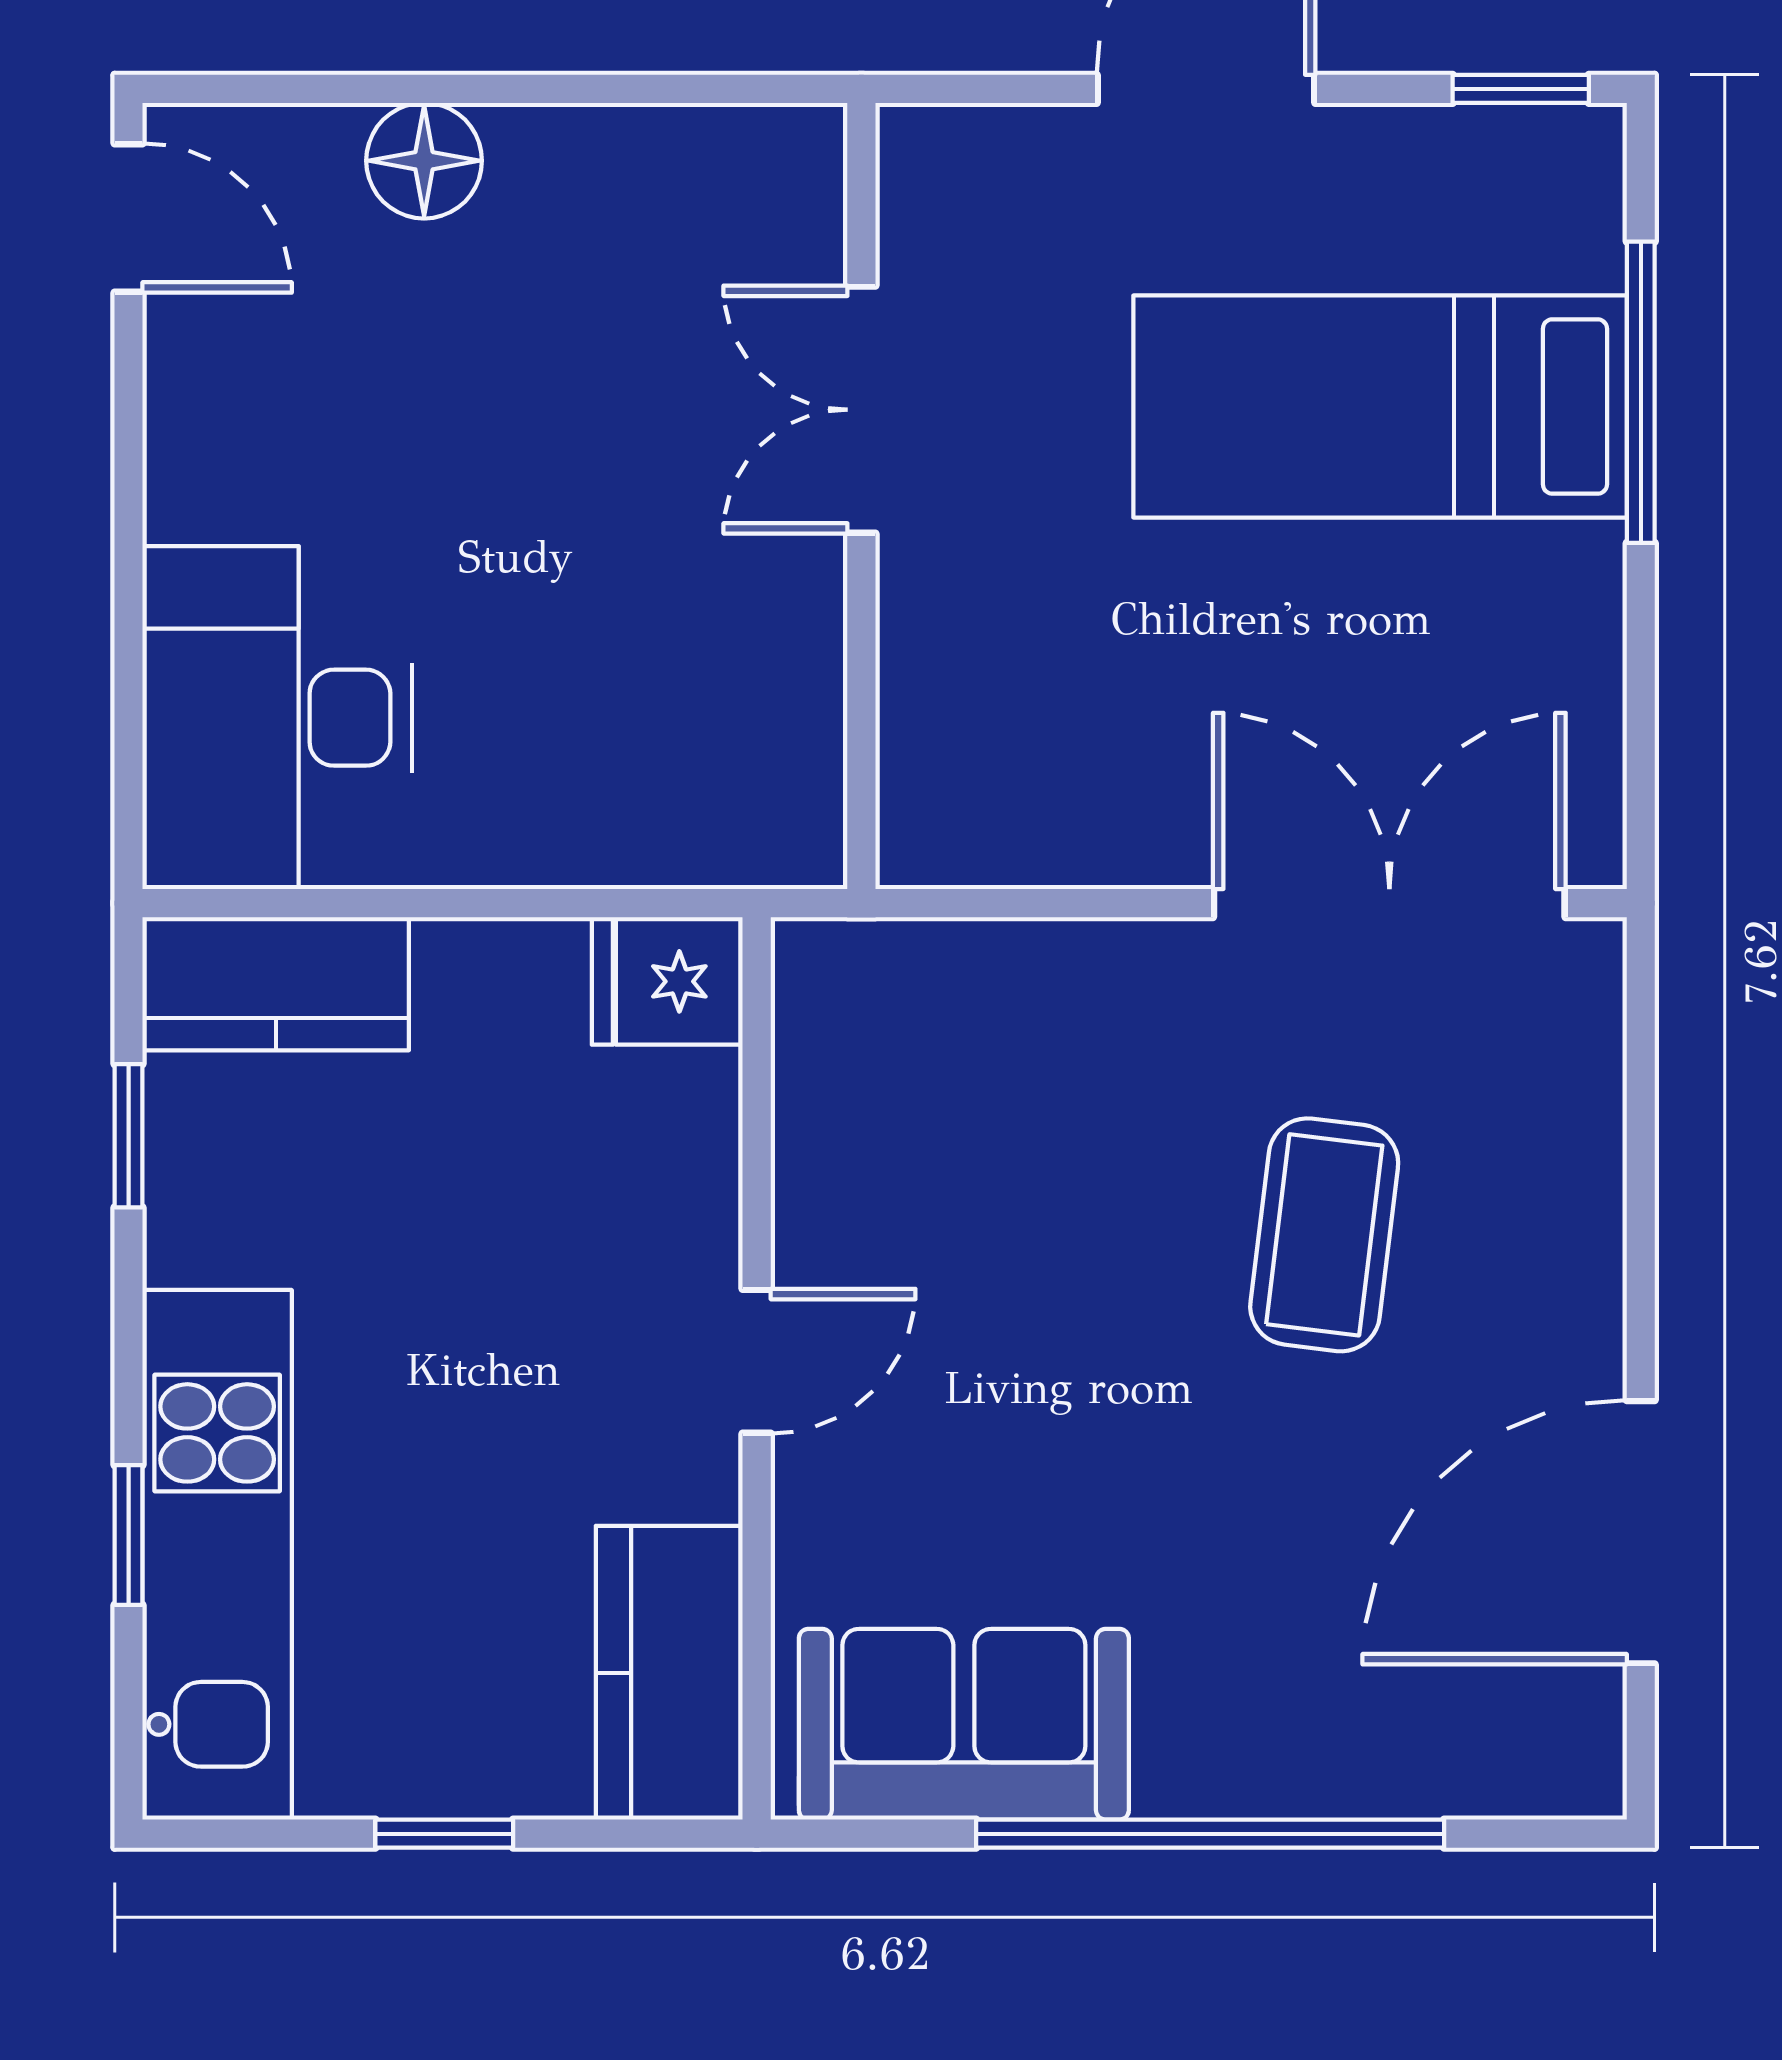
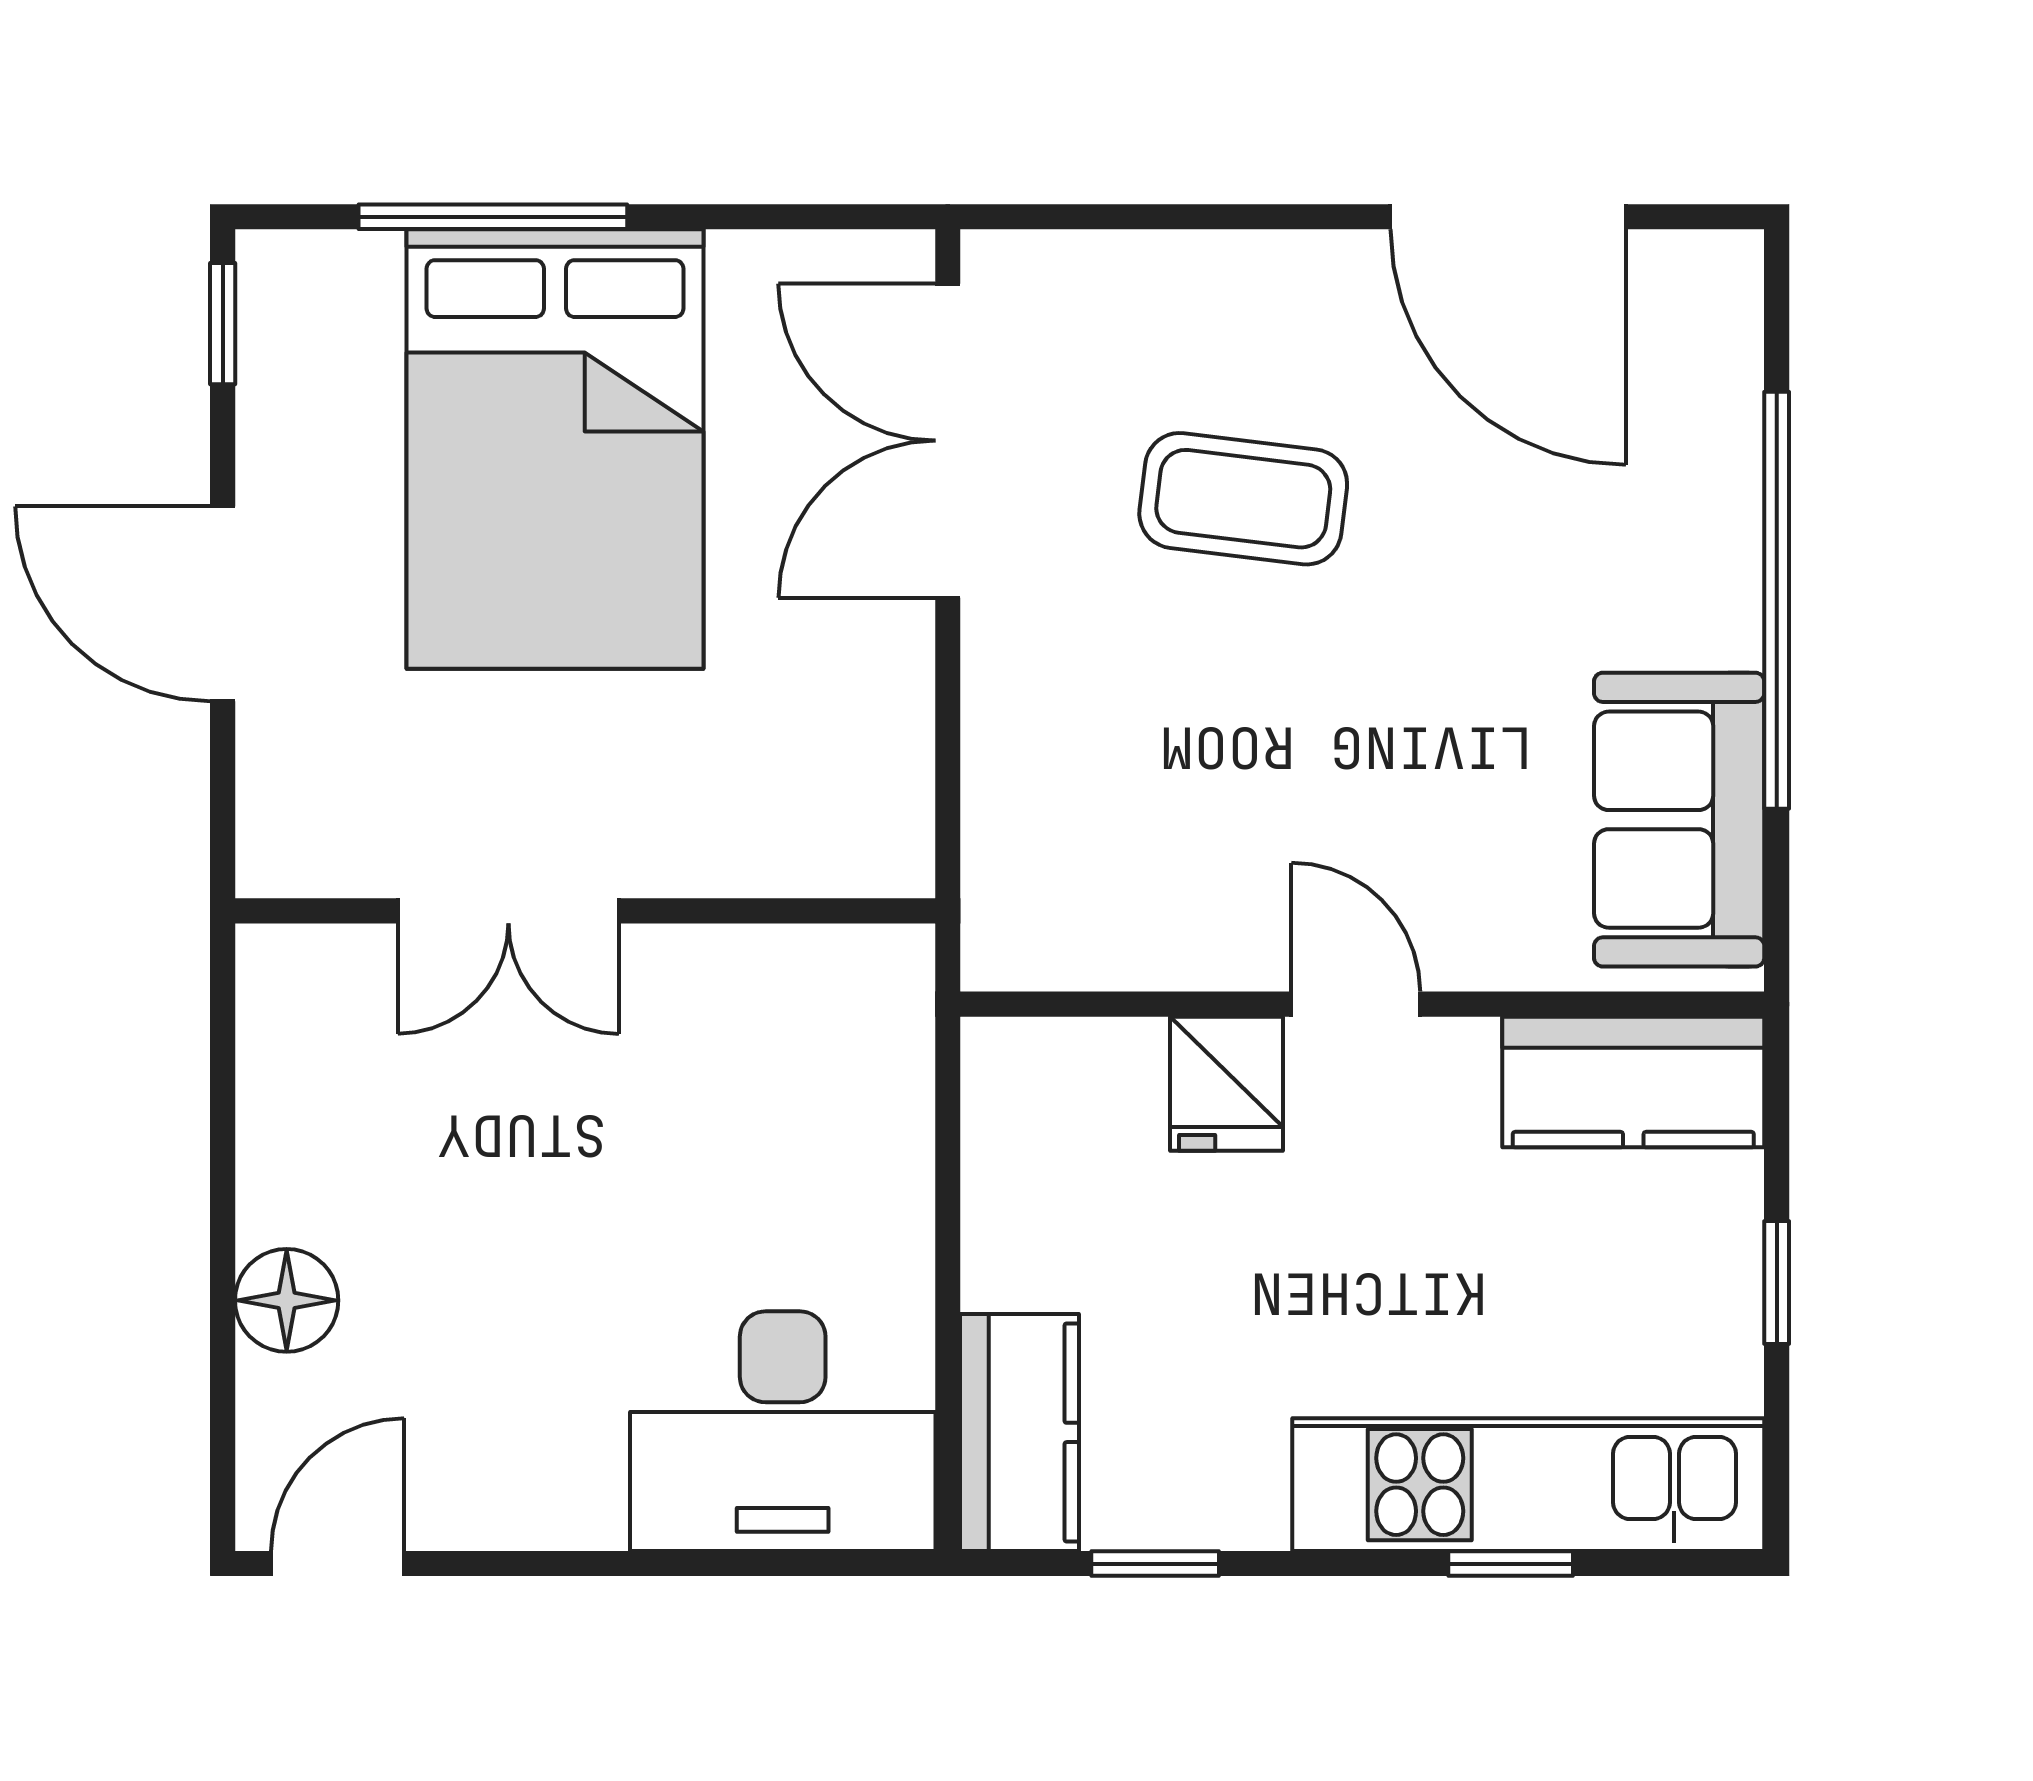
bed: (1380, 406) -> (555, 449), width x1.50
fridge: (667, 981) -> (1226, 1084), moved

